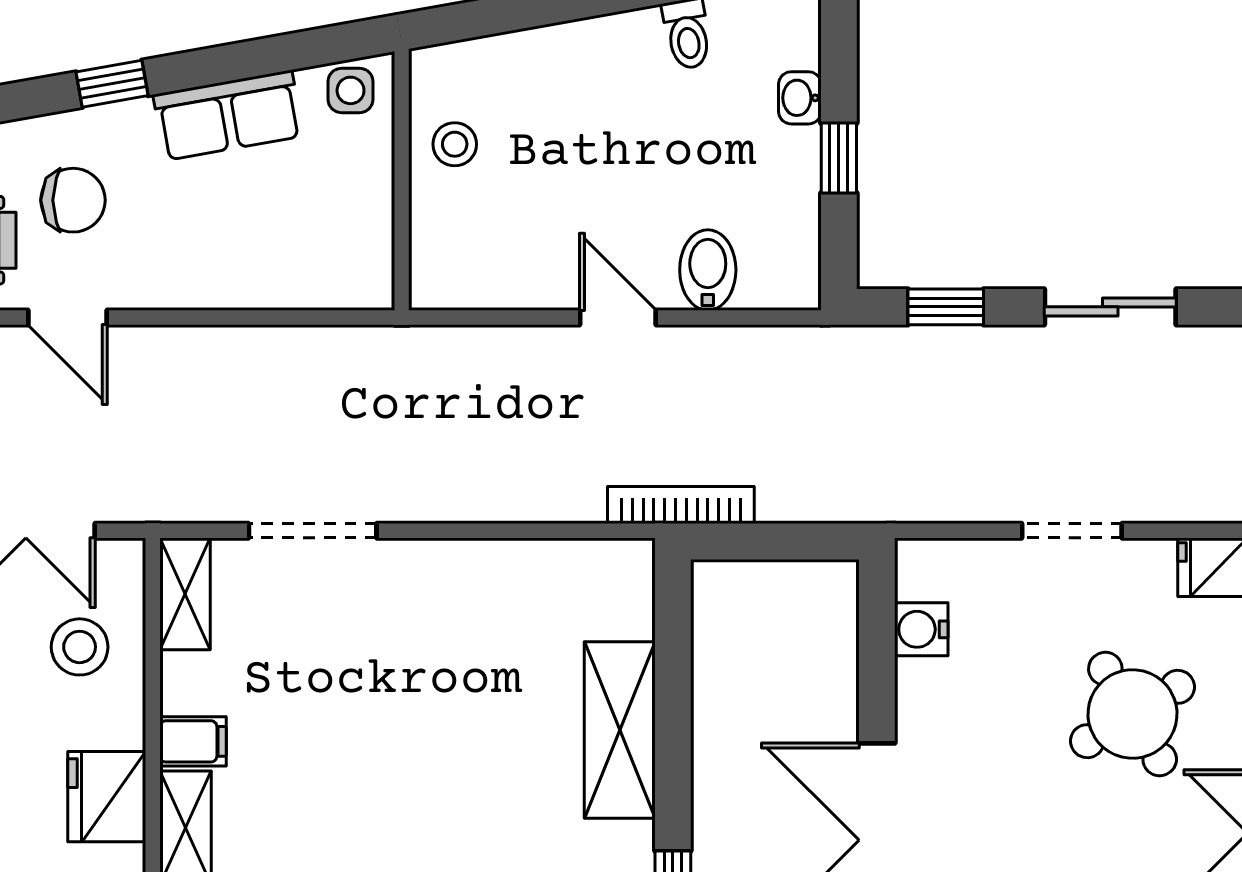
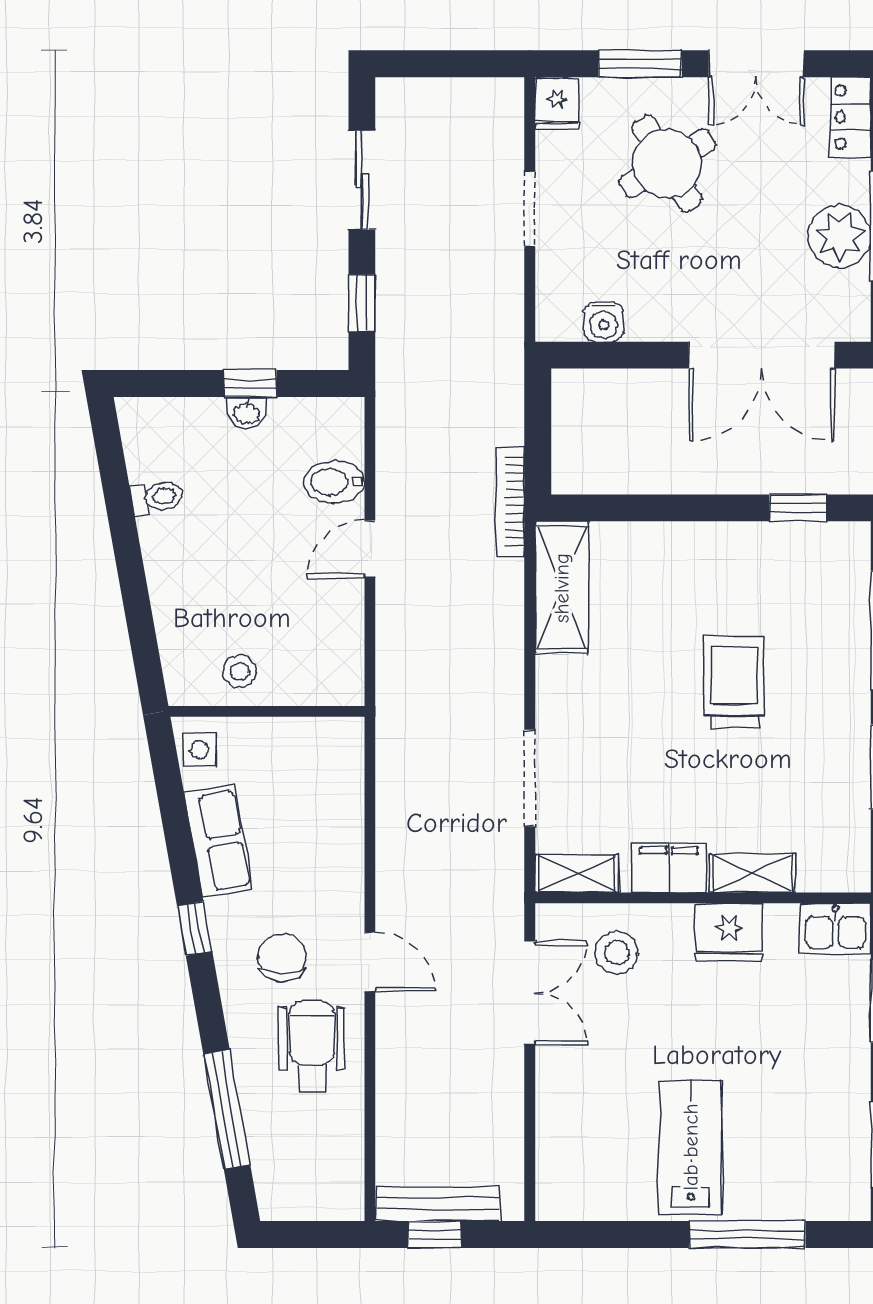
washbasin: (800, 98) -> (247, 413), moved
door: (67, 318) -> (370, 962), hinge flipped
shelving: (620, 730) -> (562, 588), moved, turned 90
filing cabinet: (193, 741) -> (669, 868), width x2.00
trolley: (440, 804) -> (734, 682), added

